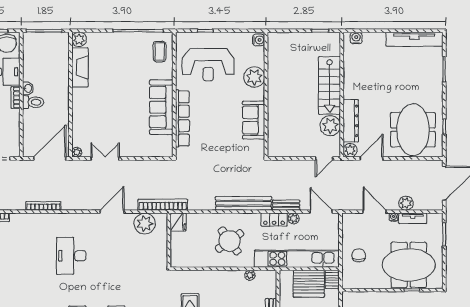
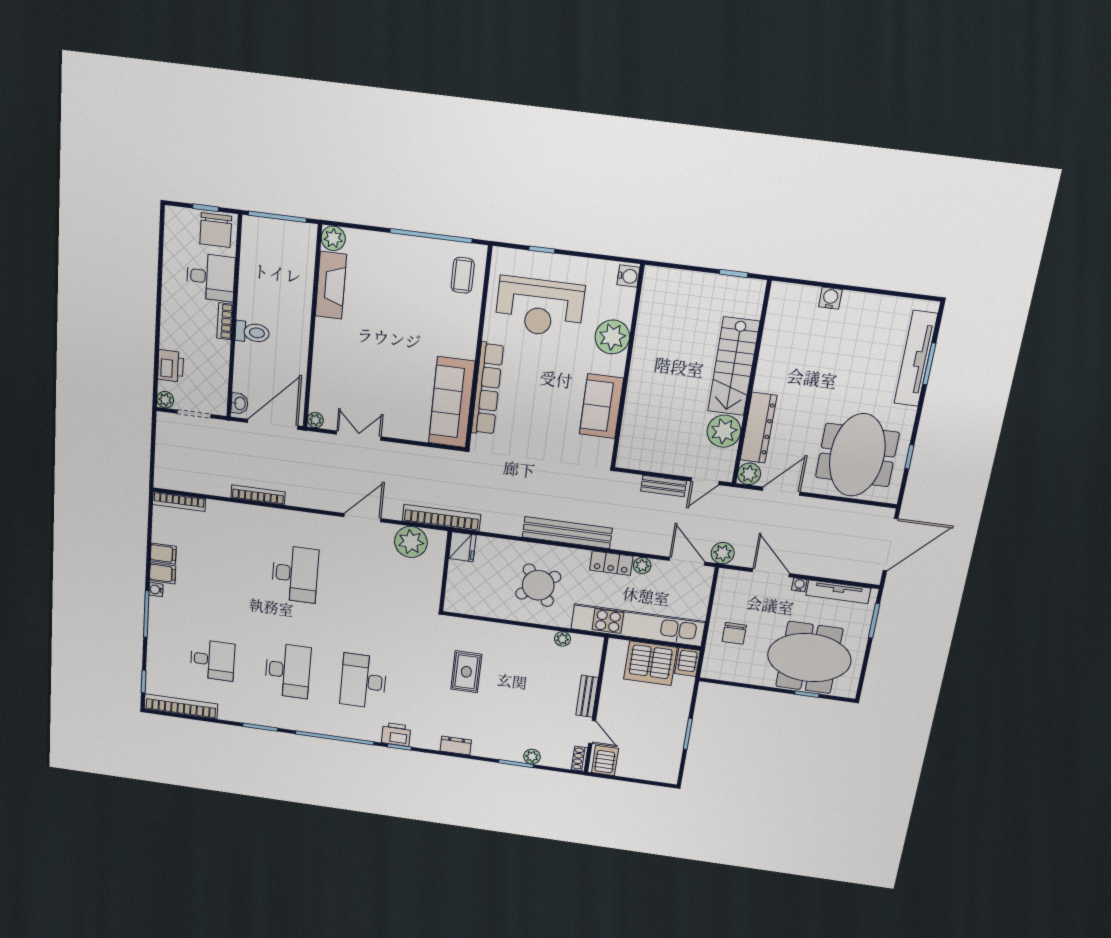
water cooler: (356, 38) -> (830, 298), moved
tv unit: (414, 39) -> (916, 359), moved, turned 90
washbasin: (28, 88) -> (240, 403), moved
sofa: (161, 107) -> (452, 402), moved
plant: (406, 203) -> (723, 553), moved
bench: (286, 205) -> (664, 486), moved
tv unit: (413, 218) -> (838, 592), width x1.41
chair: (359, 255) -> (734, 633), turned 180
desk: (71, 256) -> (295, 574), turned 180

